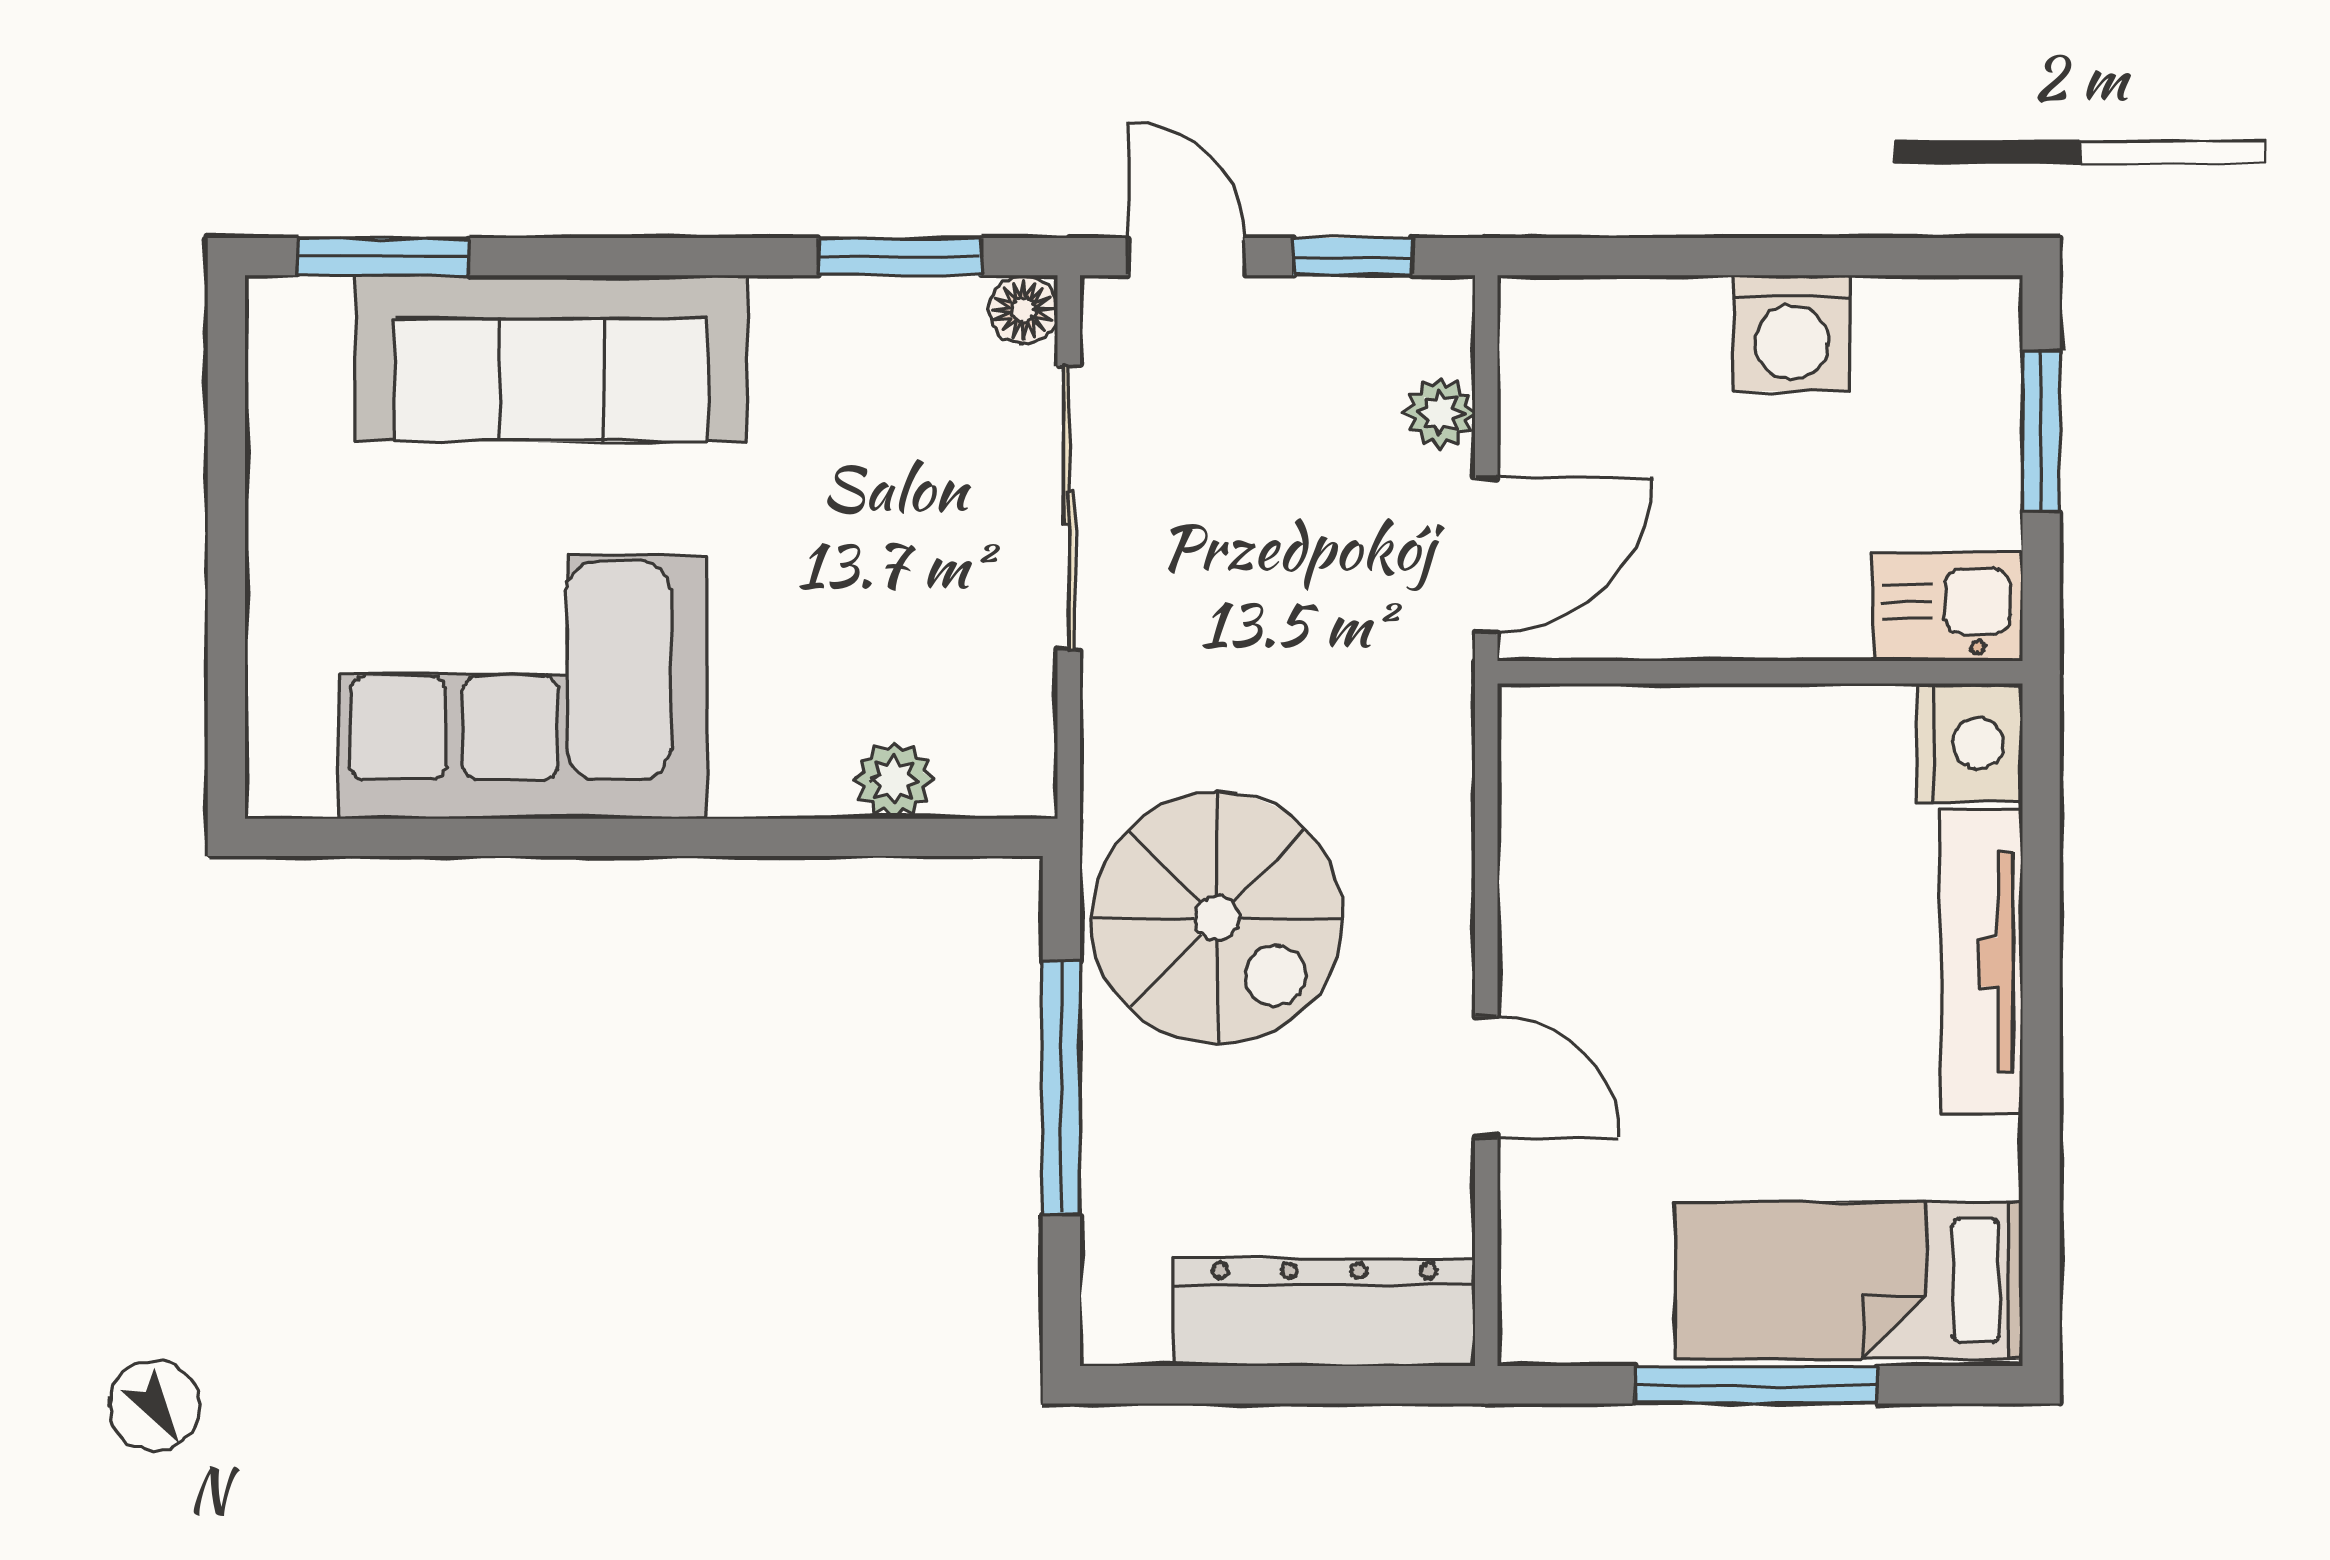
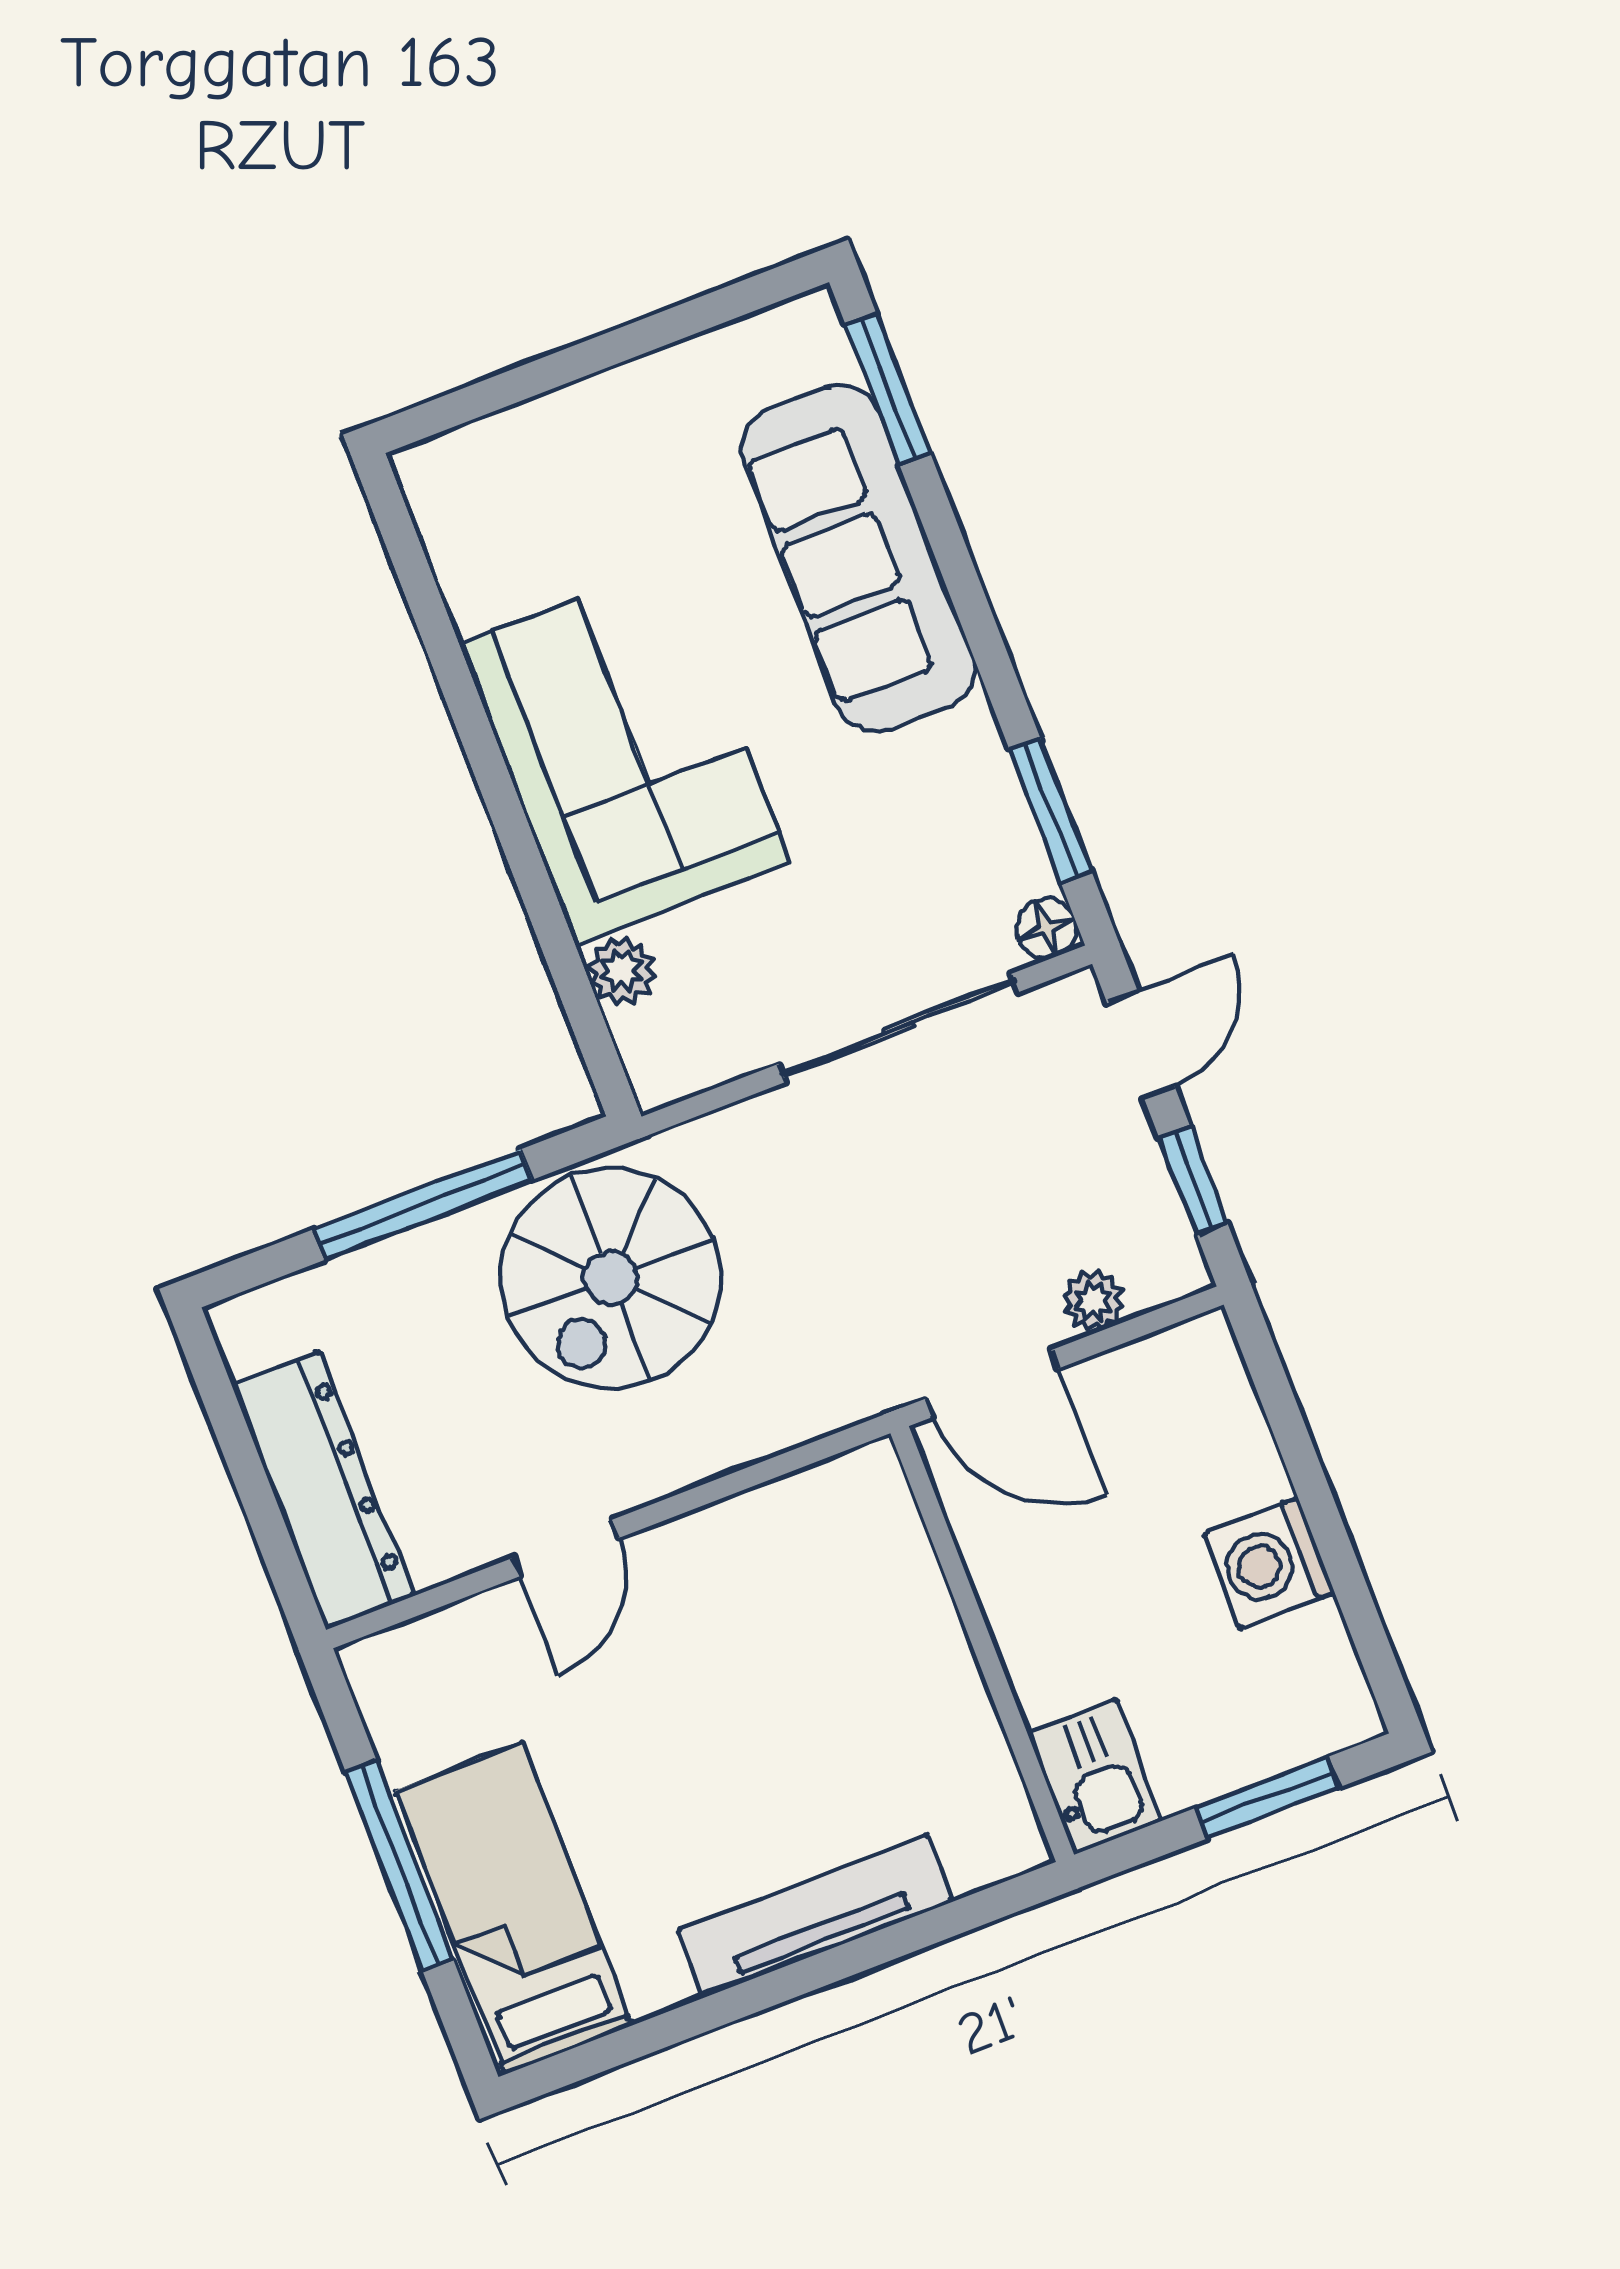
corner sofa: (523, 687) -> (625, 753), moved
nightstand: (1969, 743) -> (991, 1837), removed

